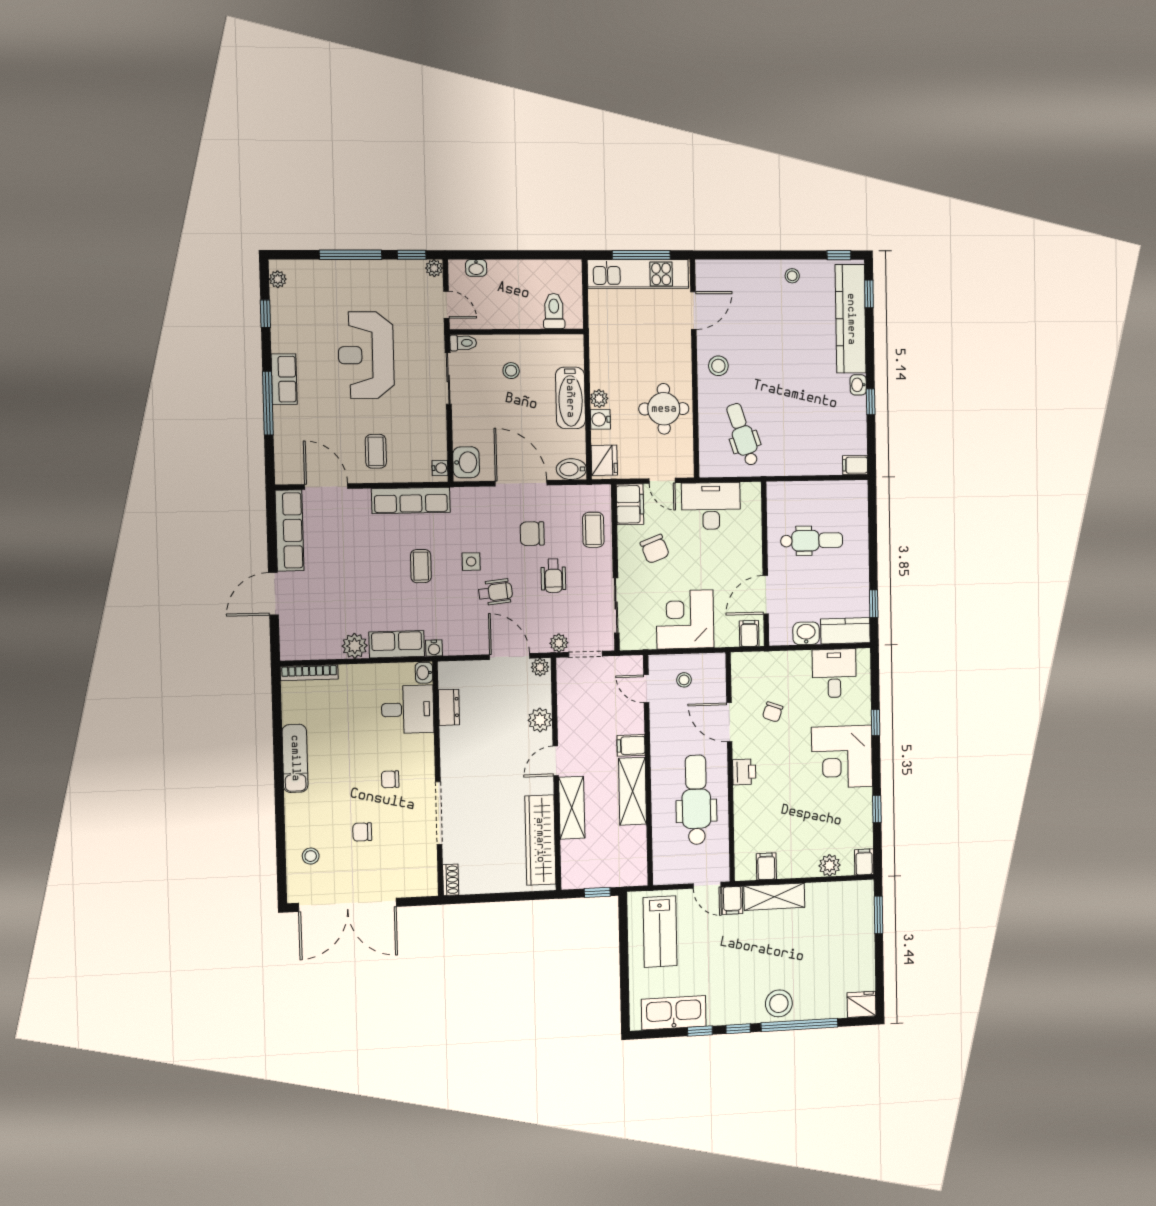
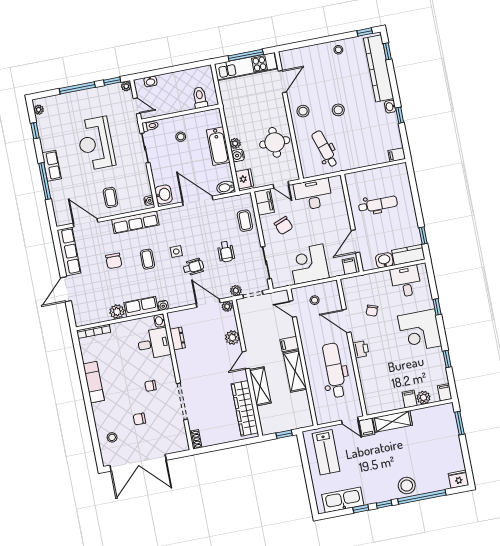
stool: (775, 375) -> (338, 110), added
chair: (532, 534) -> (114, 261), moved, turned -90
filing cabinet: (766, 866) -> (410, 399), moved

